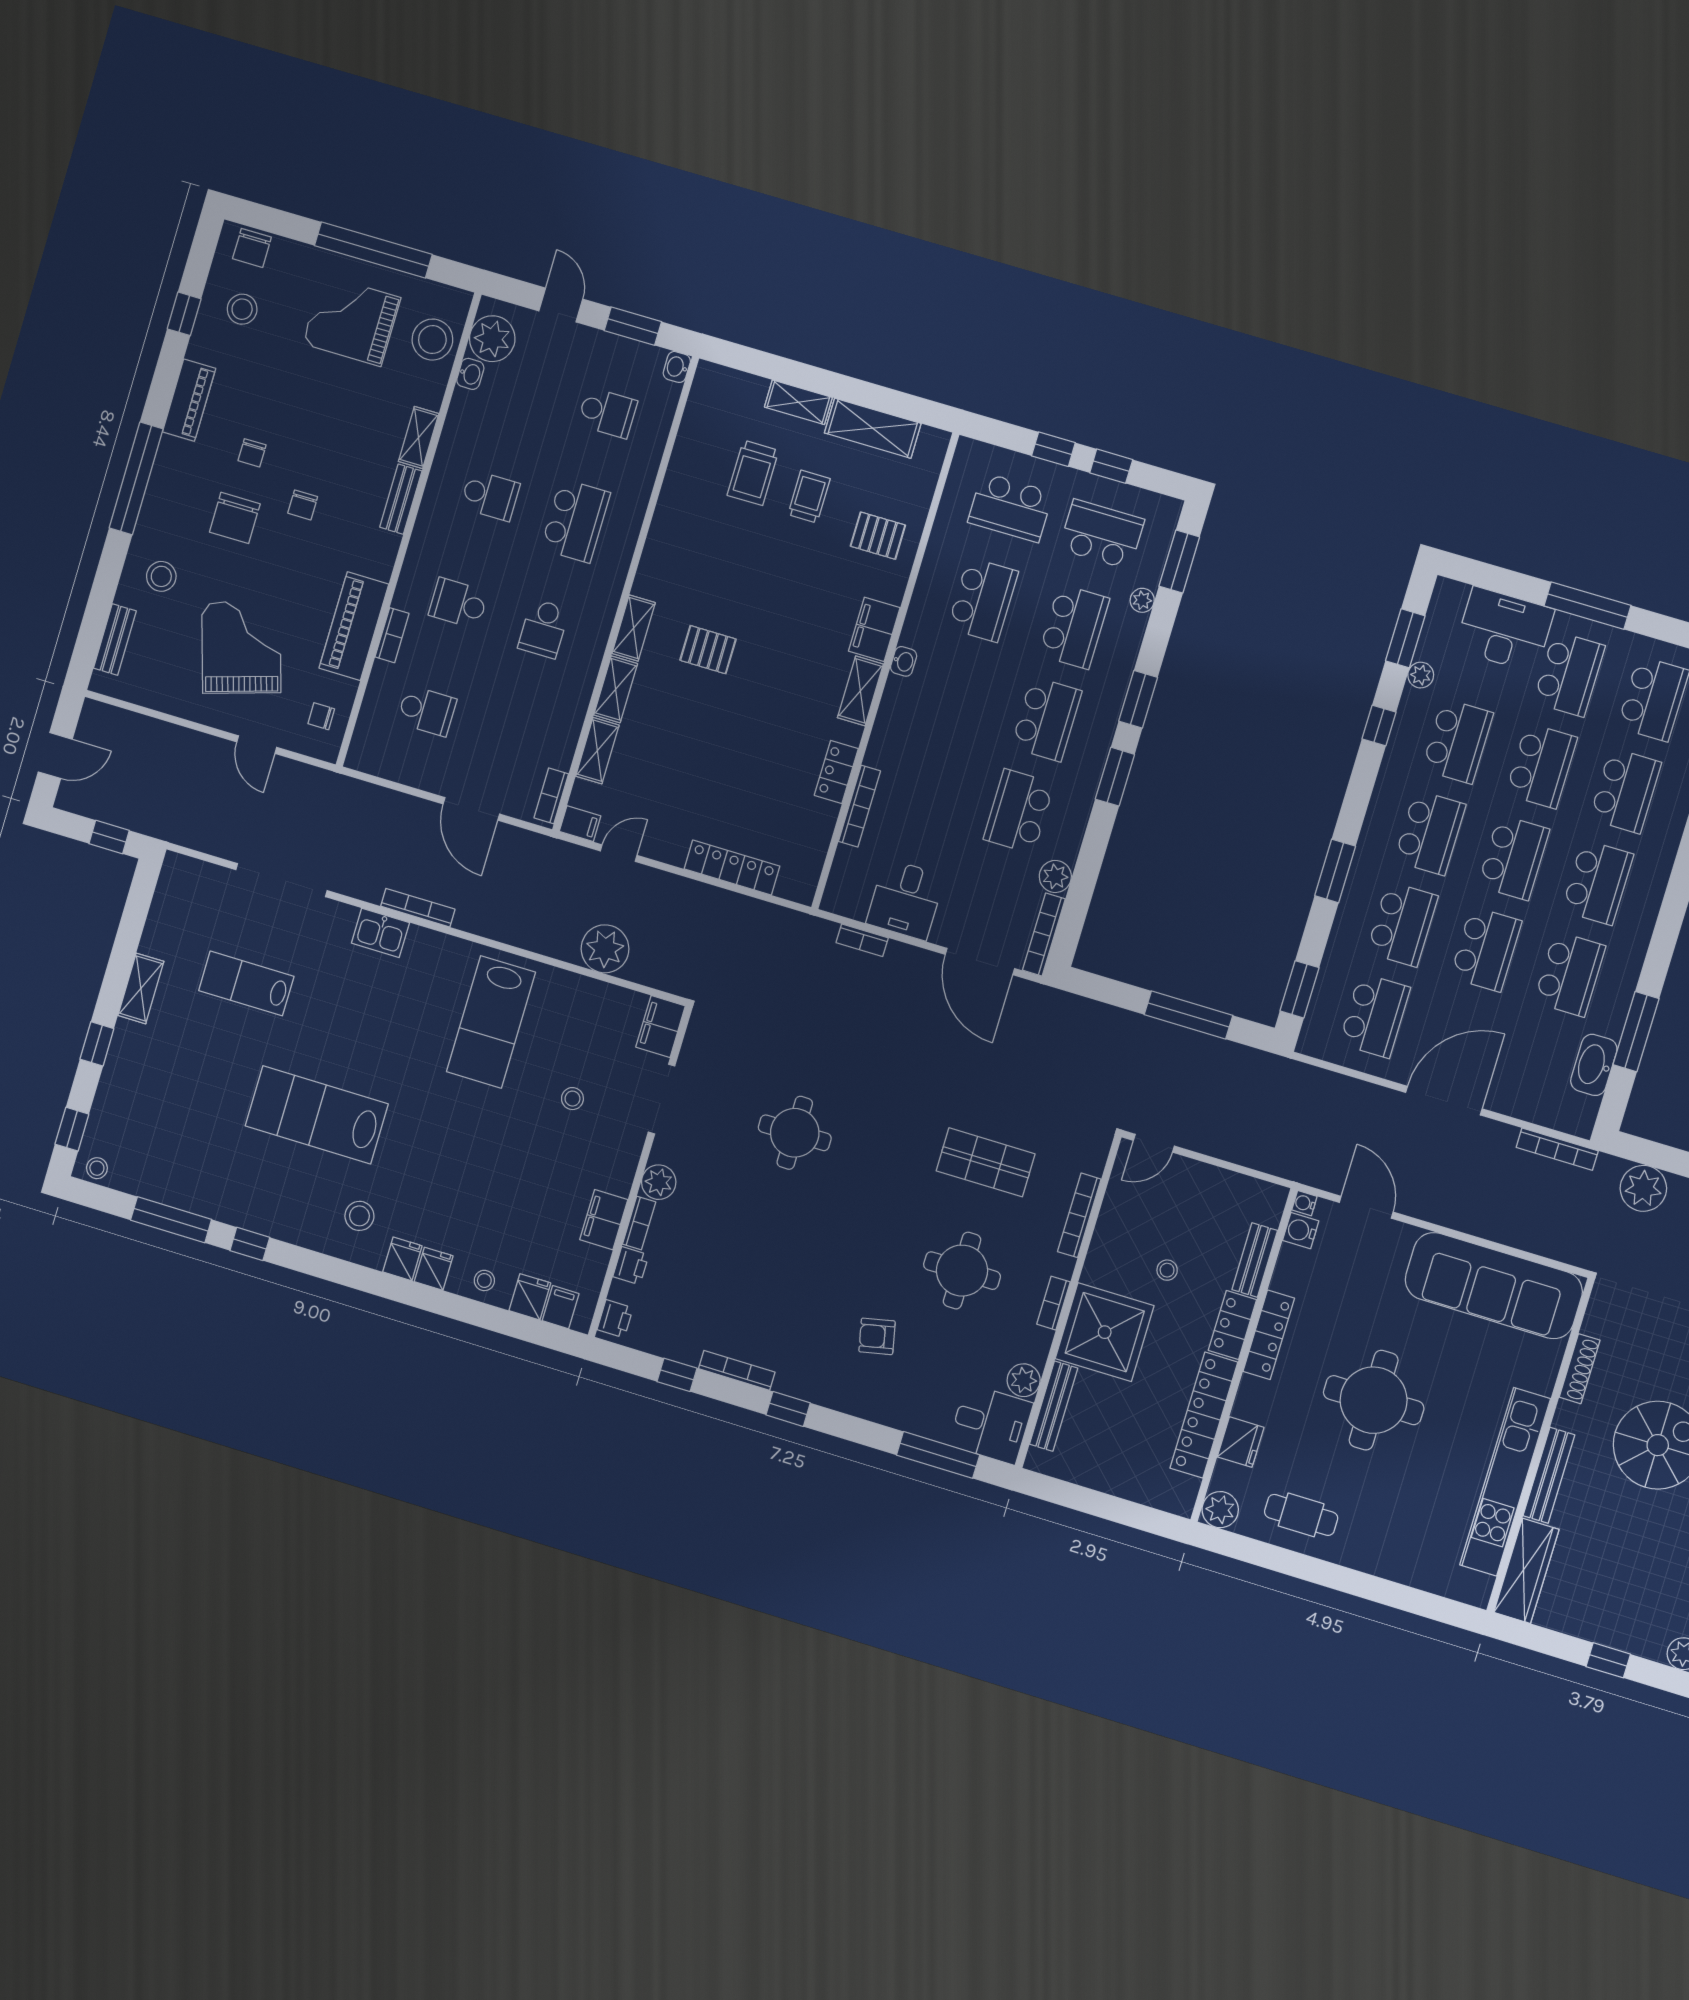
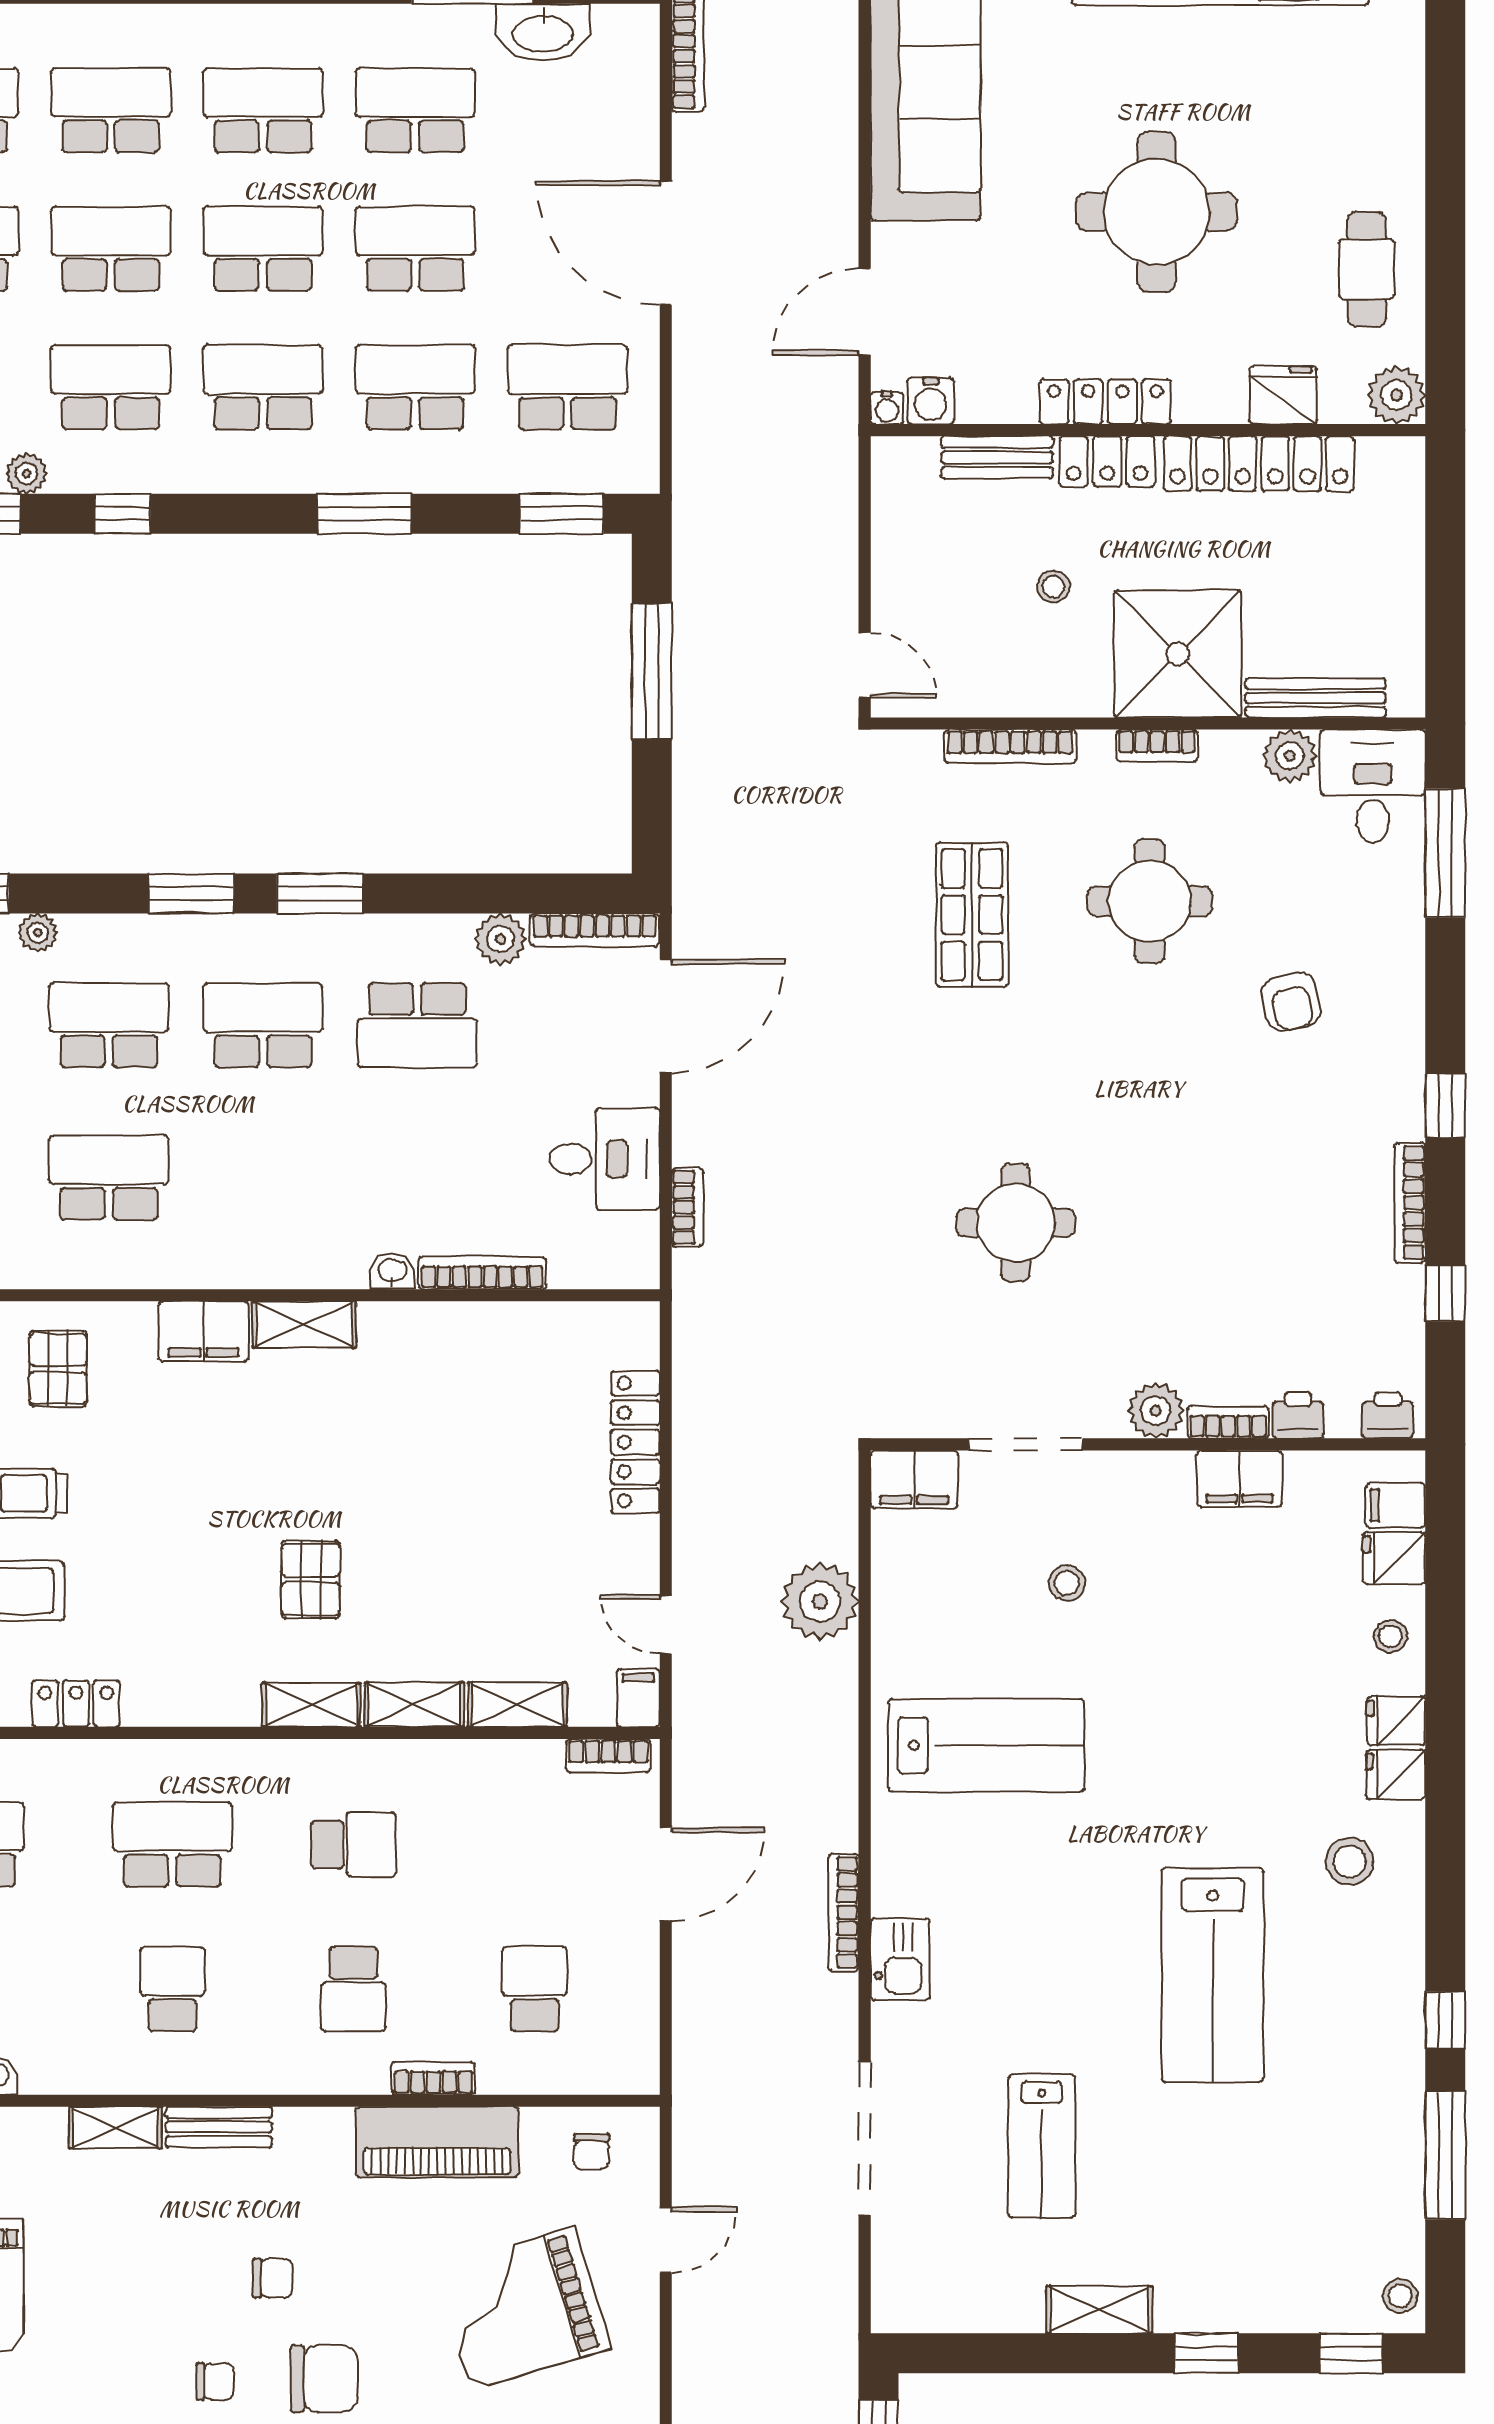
washbasin: (904, 661) -> (392, 1271), moved
locker: (836, 772) -> (76, 1704), moved, turned 180

